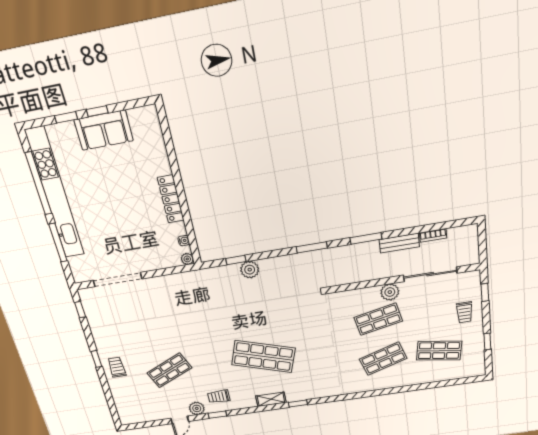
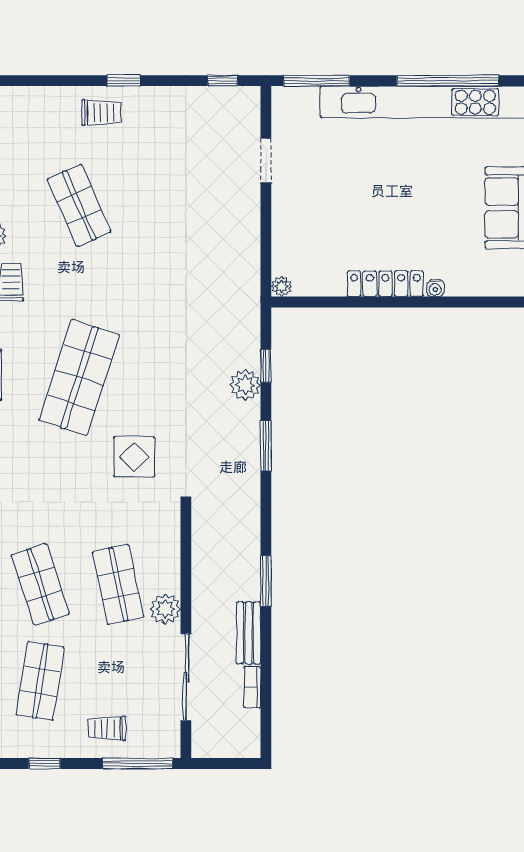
water cooler: (184, 241) -> (435, 288), moved
window: (58, 243) -> (317, 81), moved
window: (312, 247) -> (266, 446), moved
doorway: (117, 280) -> (266, 161), width x0.53
window: (485, 292) -> (138, 763), width x2.17
display table: (303, 322) -> (134, 457), added

